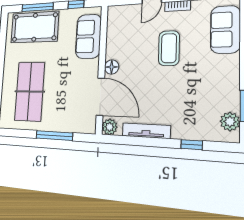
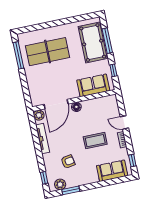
armchair: (193, 99) -> (68, 162), added
window: (54, 136) -> (18, 55), moved
window: (192, 145) -> (44, 178), moved

